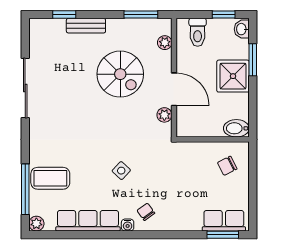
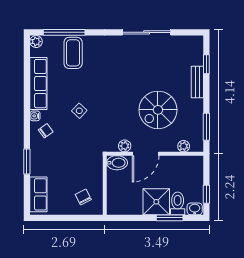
toilet: (198, 32) -> (178, 203), moved, turned 90
bidet: (236, 128) -> (117, 163), moved, turned 90
window: (223, 235) -> (27, 161), moved

